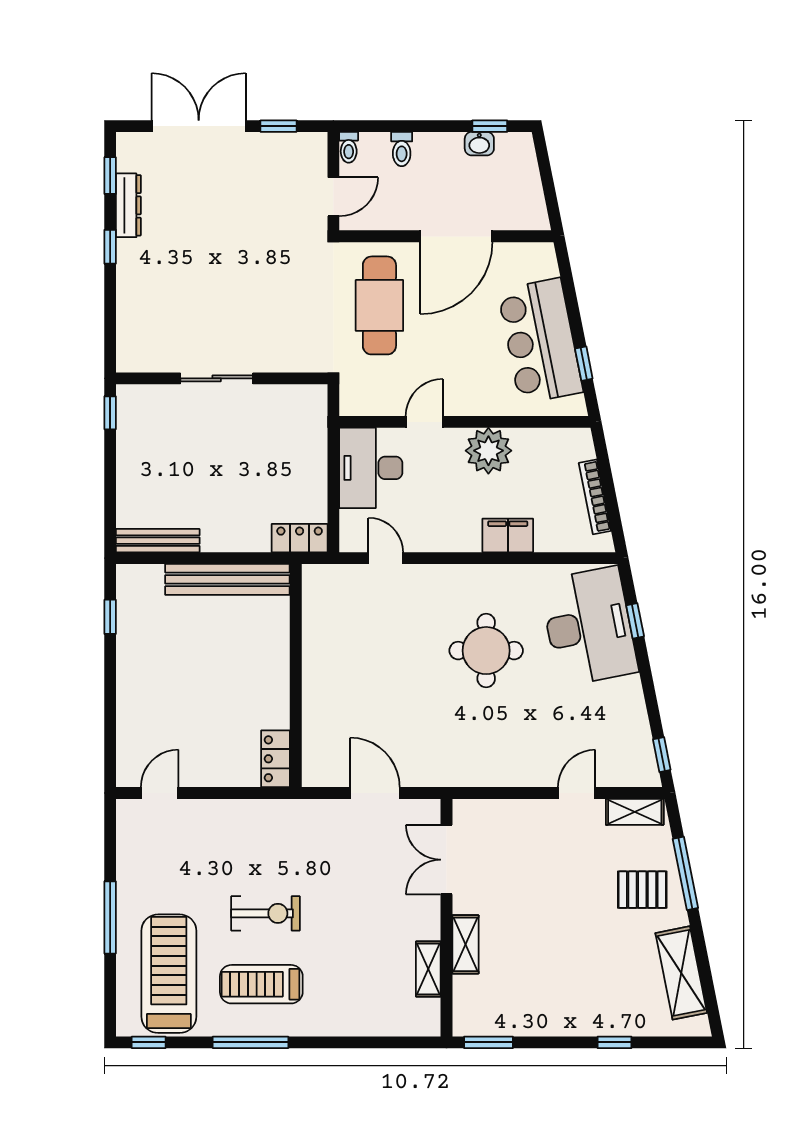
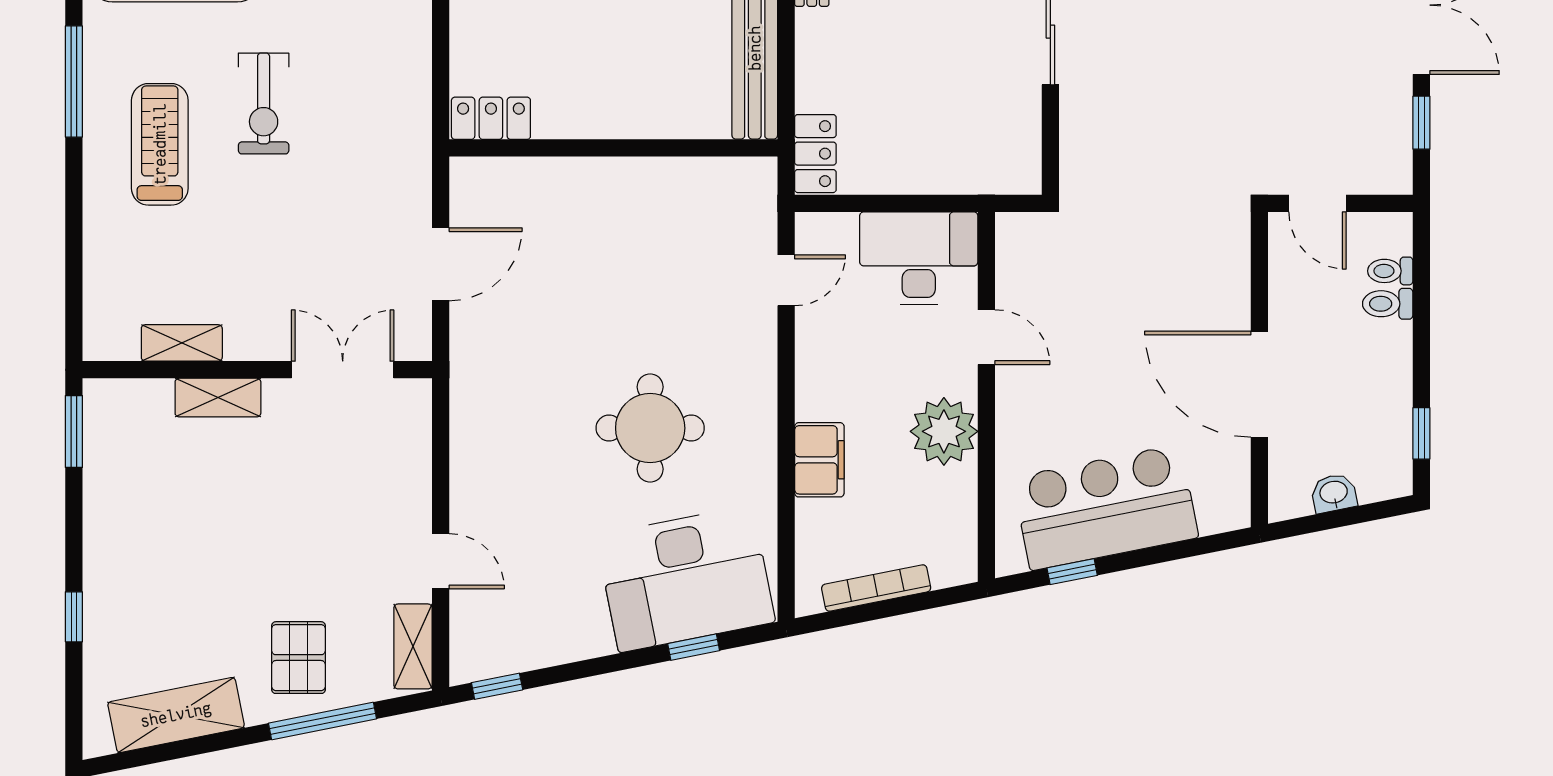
washbasin: (479, 144) -> (1334, 493), moved, turned 79
toilet: (349, 147) -> (1390, 271), moved
cafe table: (379, 305) -> (1158, 271), removed
treadmill: (261, 984) -> (160, 144), moved

